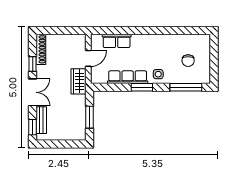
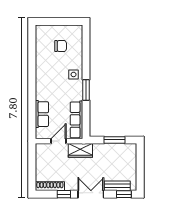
door: (88, 58) -> (59, 141), hinge flipped
row of seats: (128, 77) -> (76, 120), moved
window: (186, 87) -> (86, 48), removed

